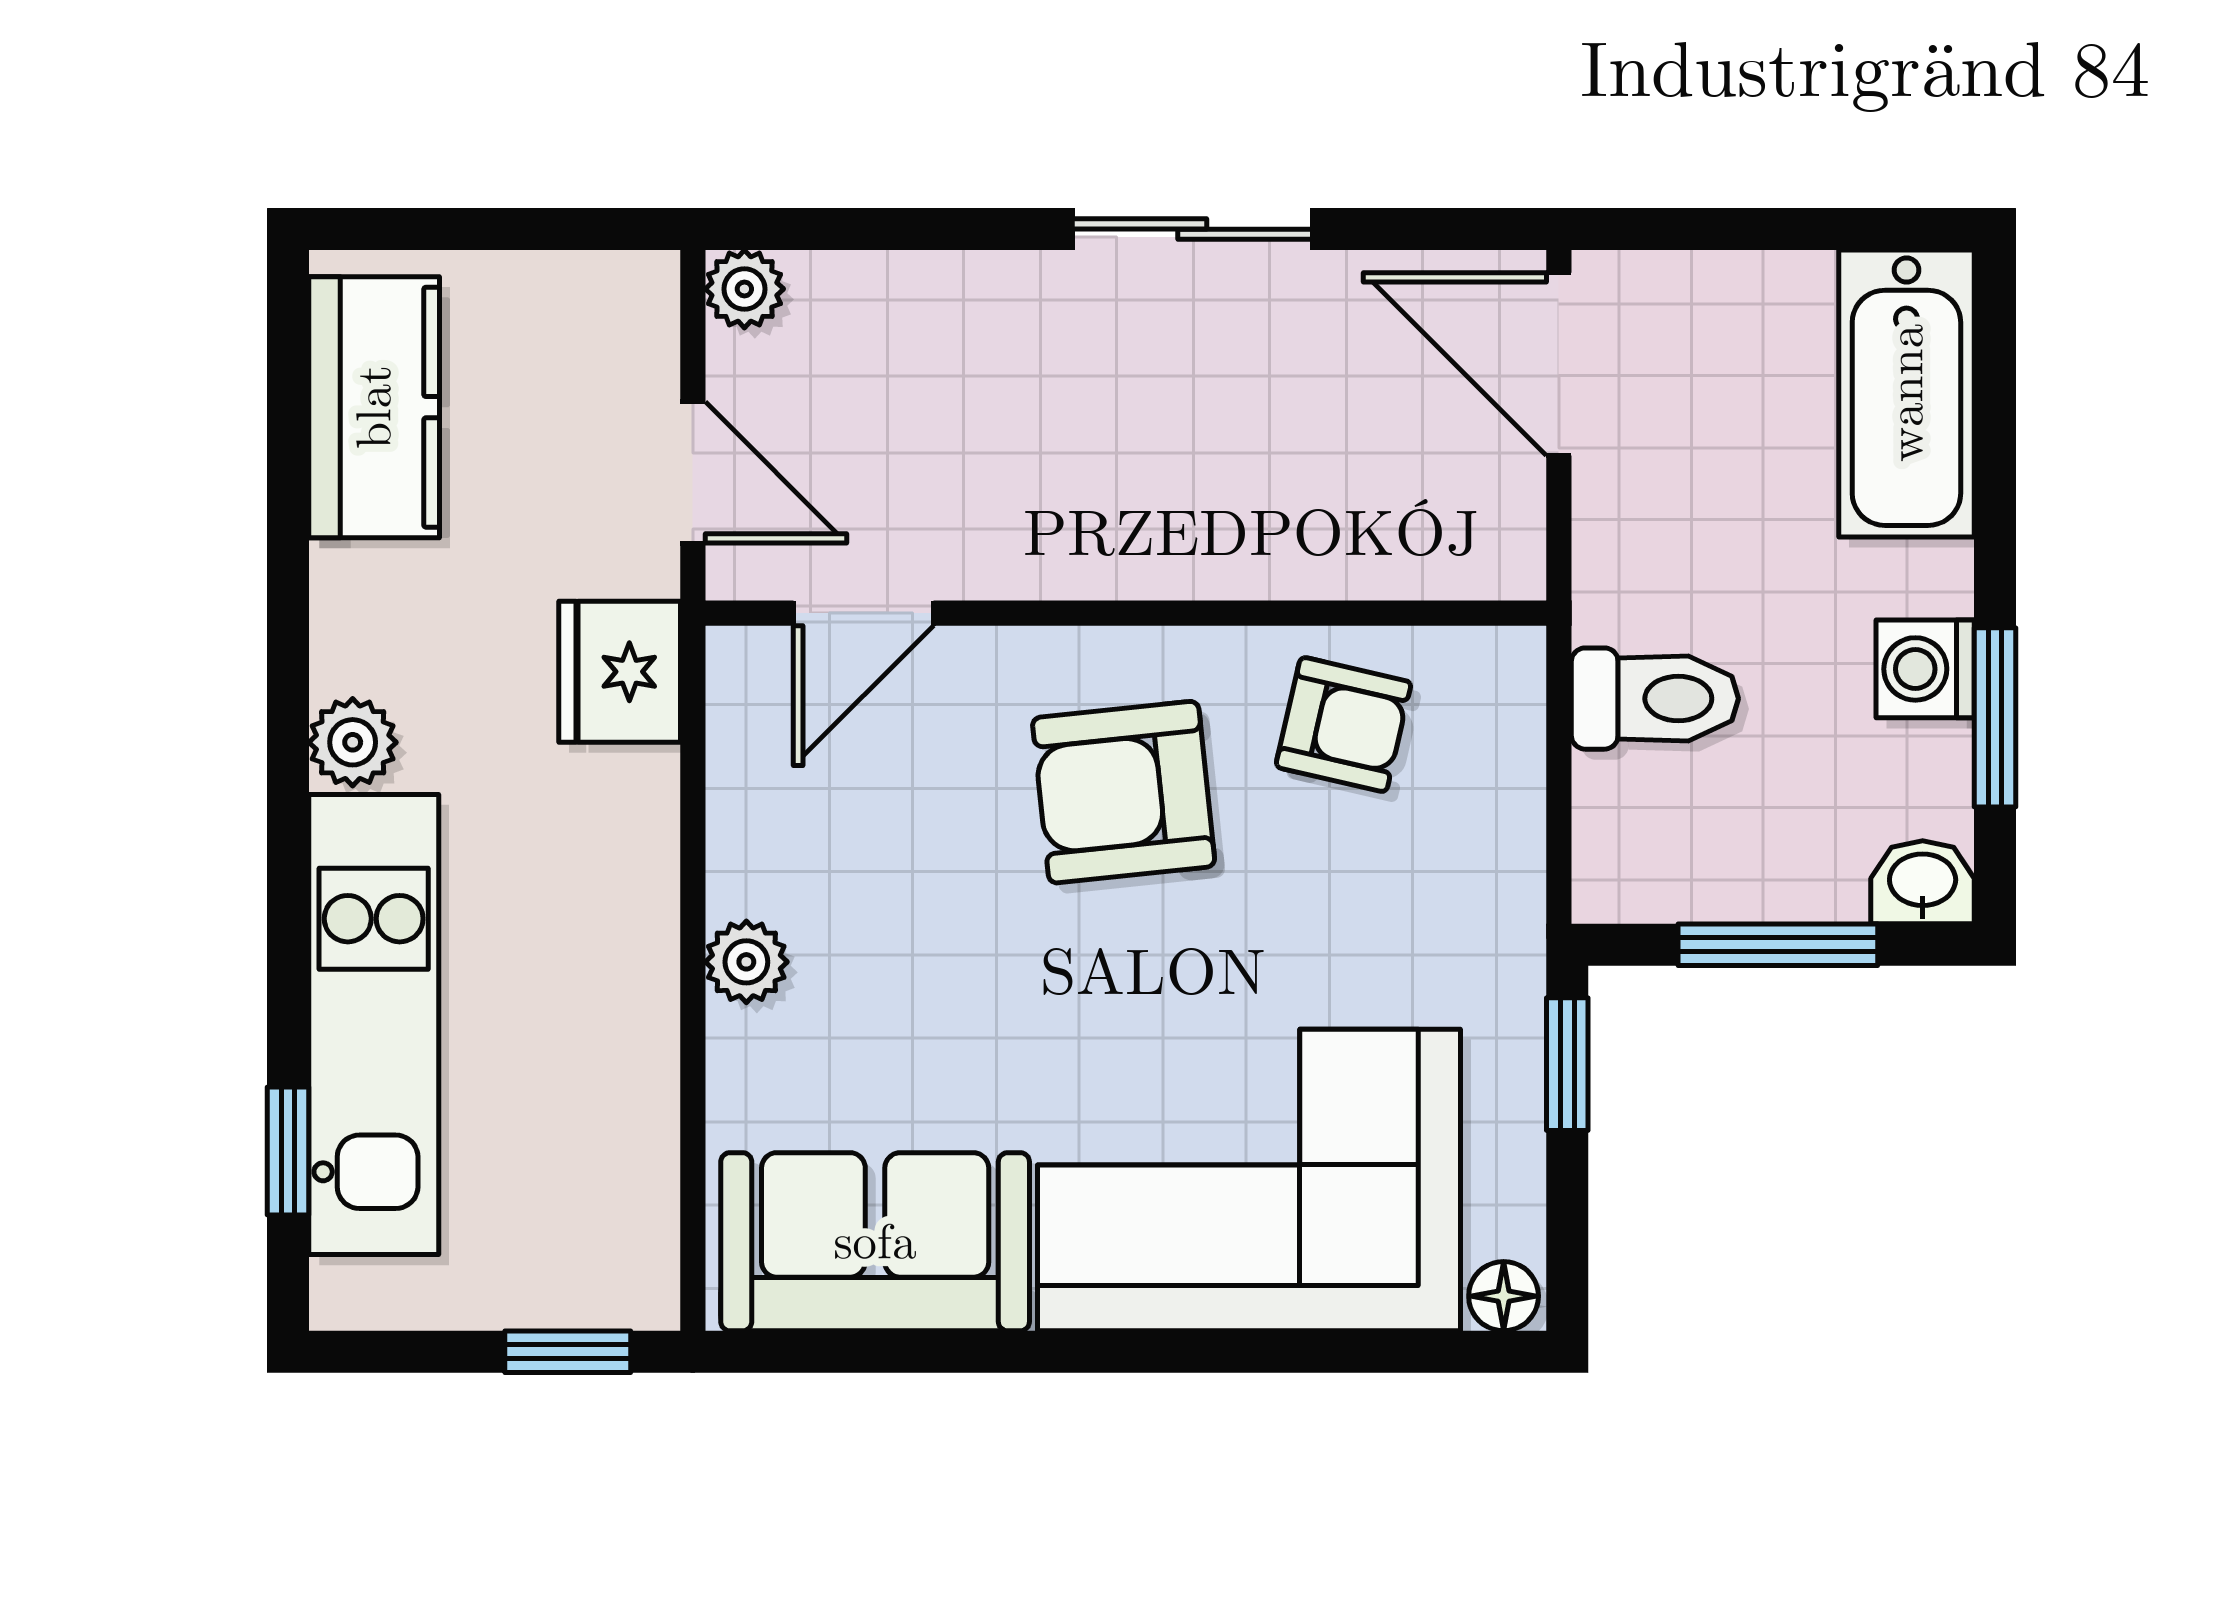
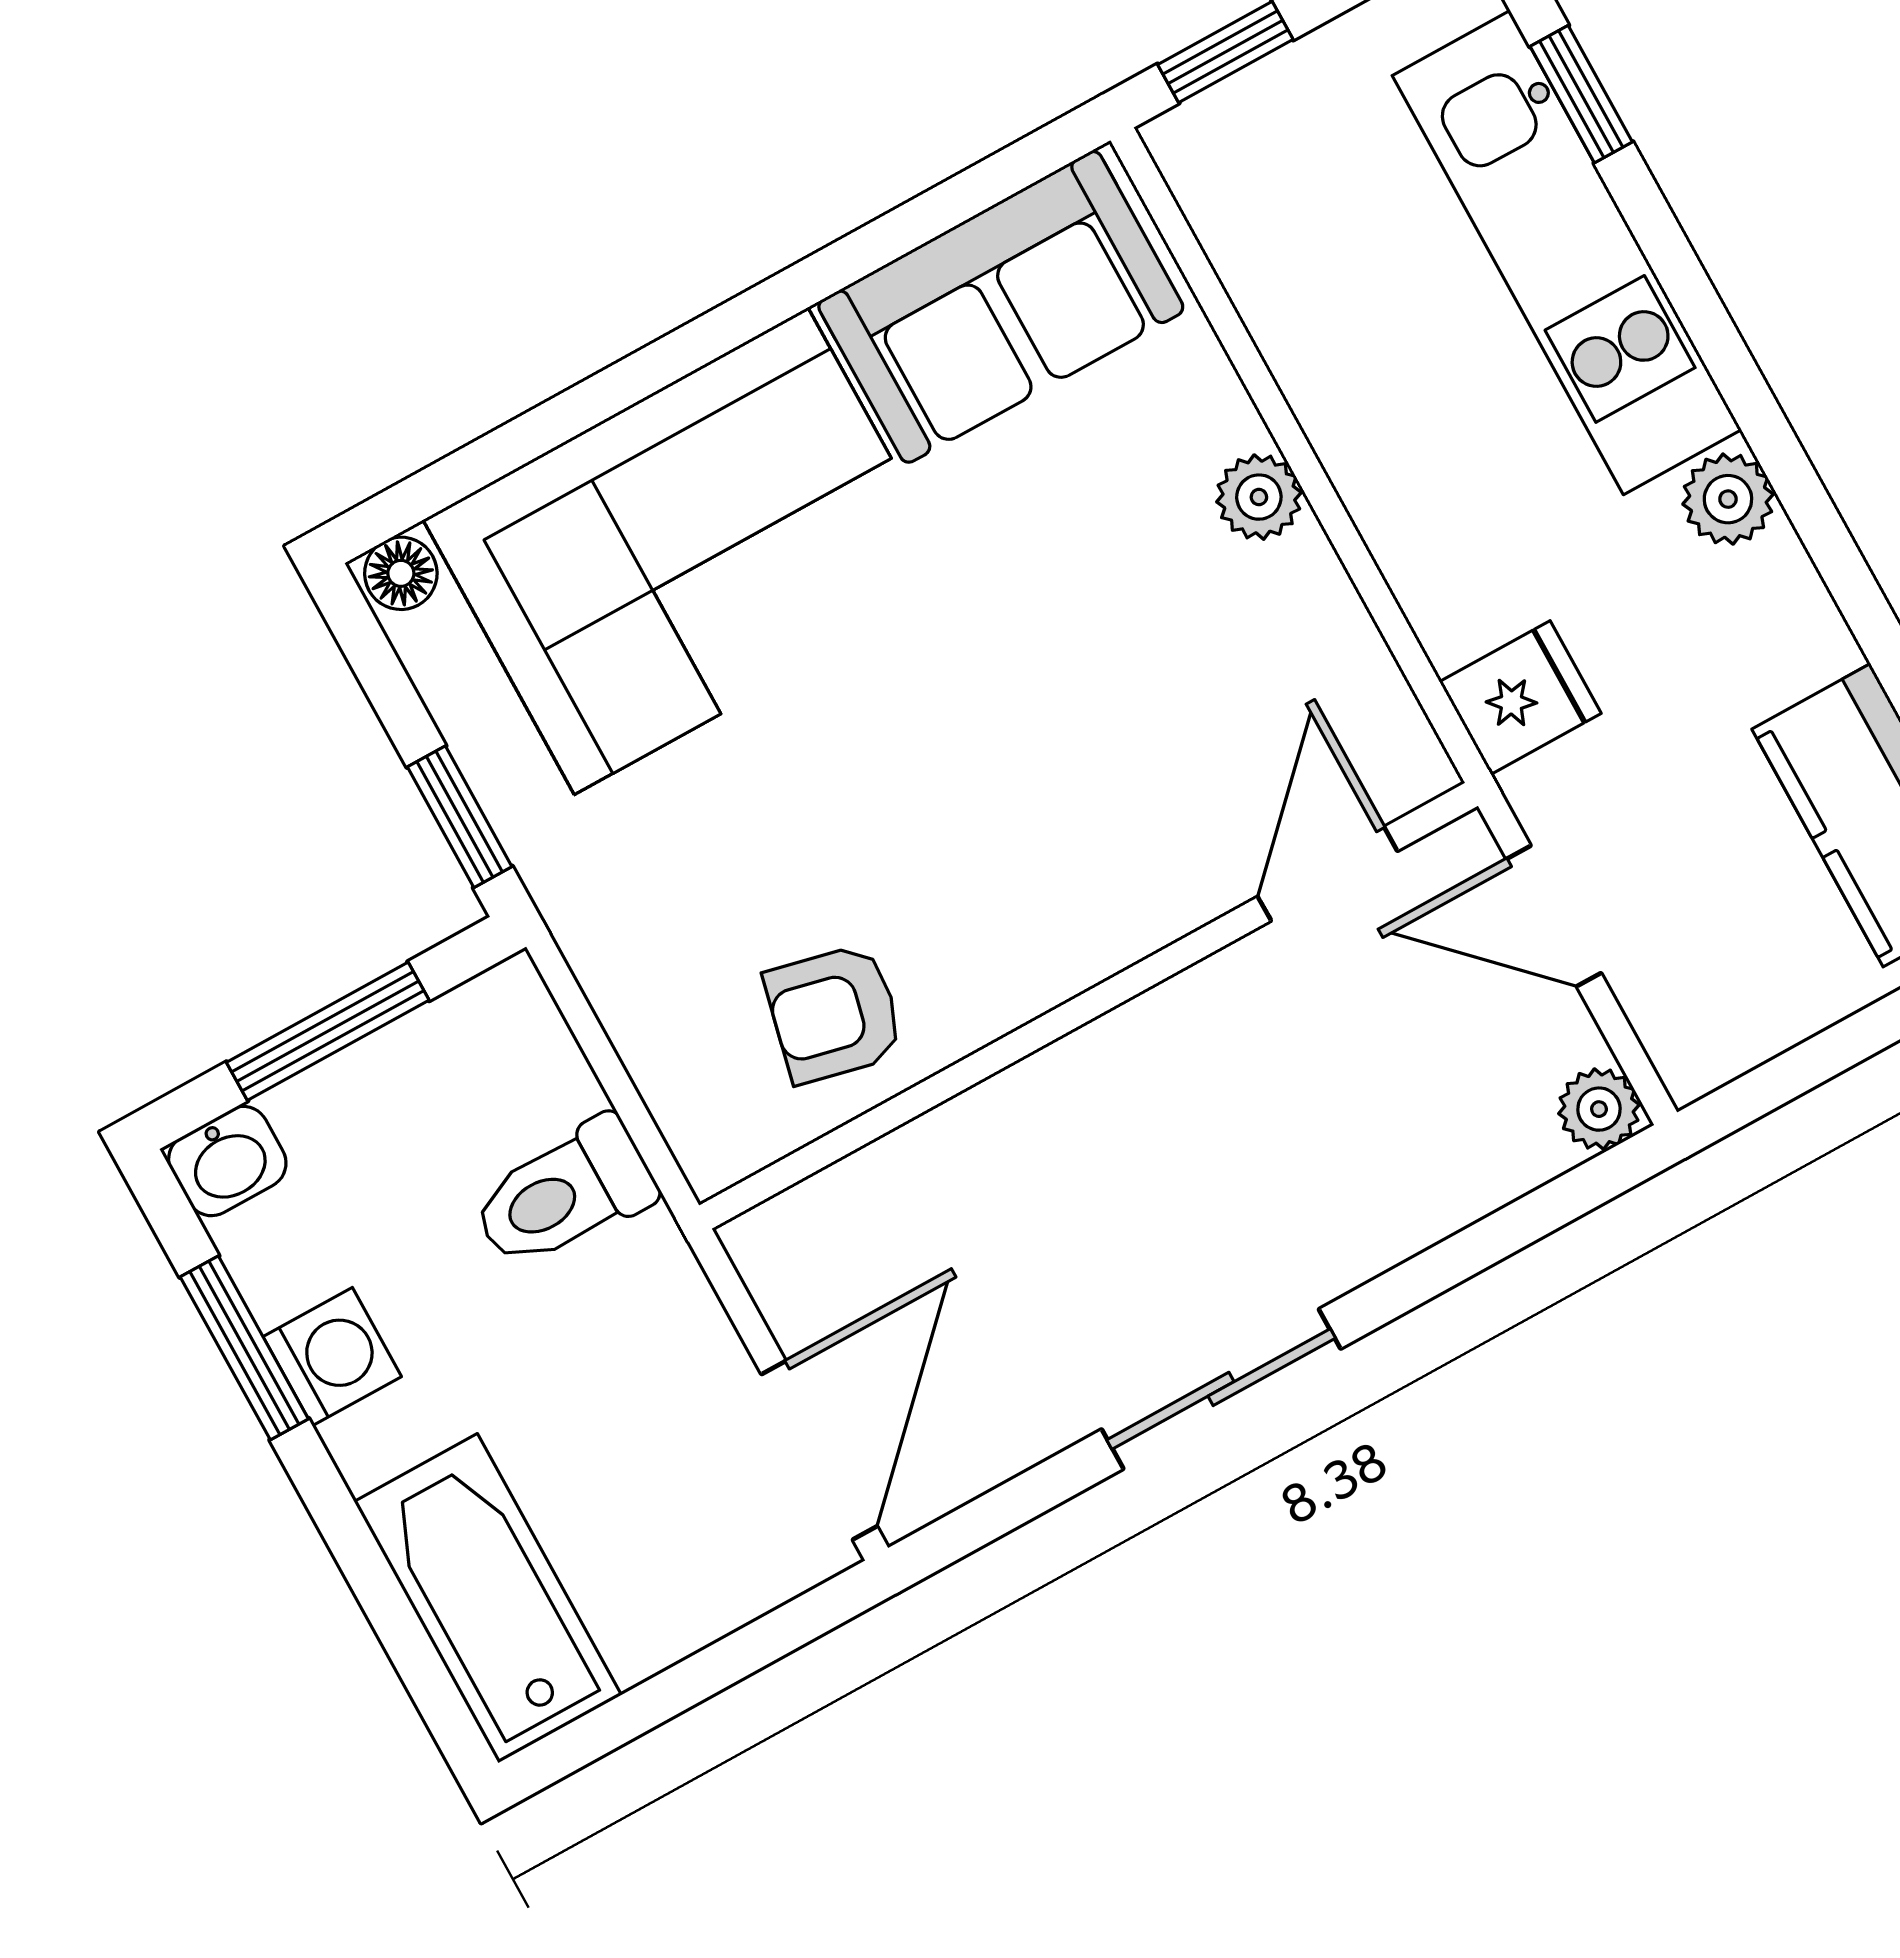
door: (1559, 364) -> (819, 1450), hinge flipped
fridge: (620, 672) -> (1520, 698), width x0.72
armchair: (1124, 792) -> (1001, 841), removed

